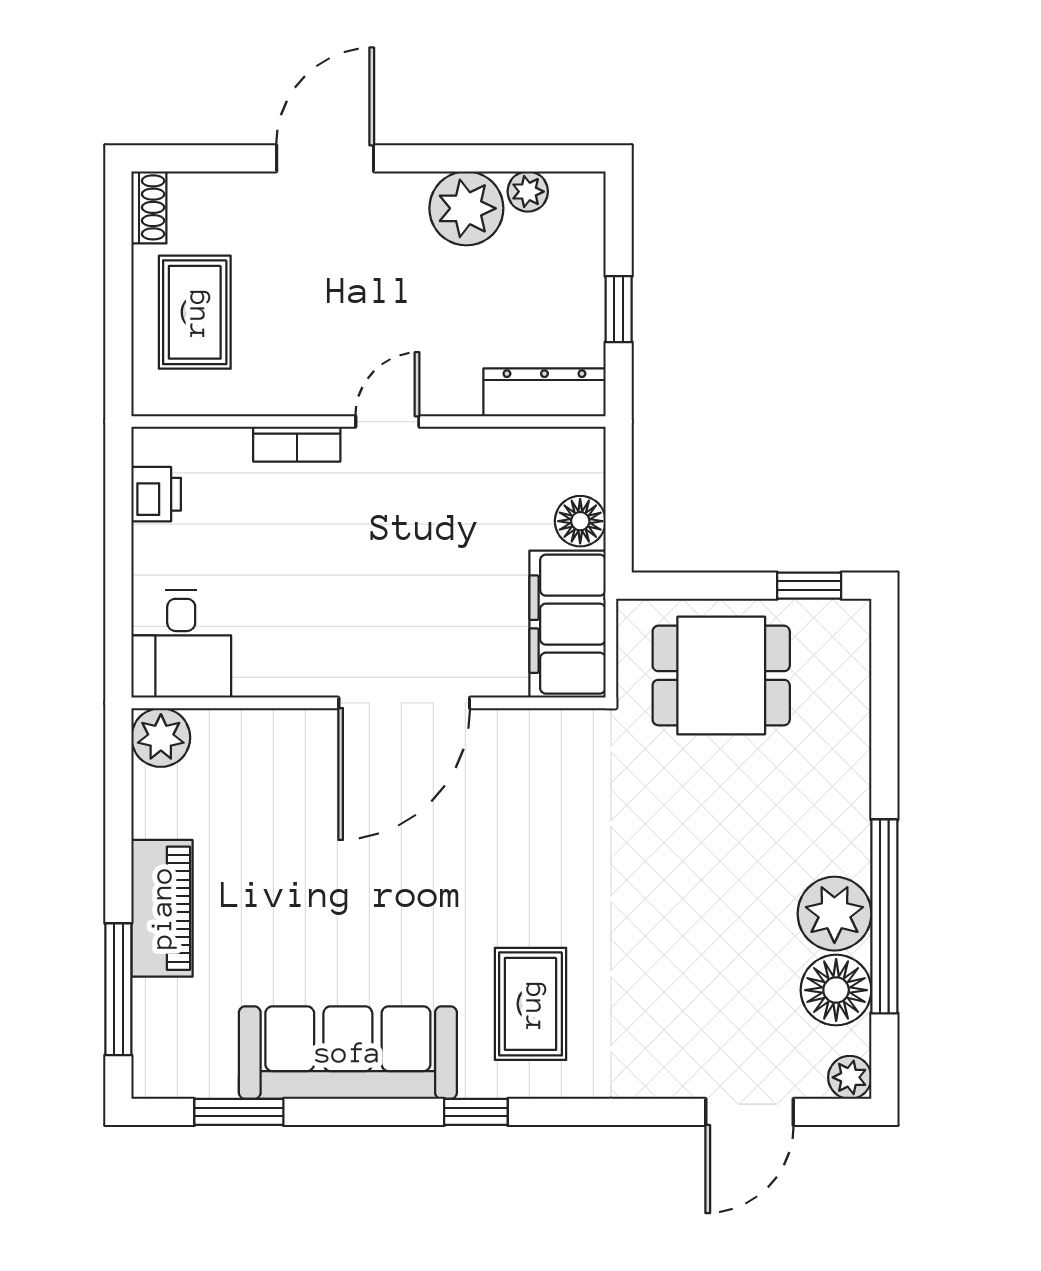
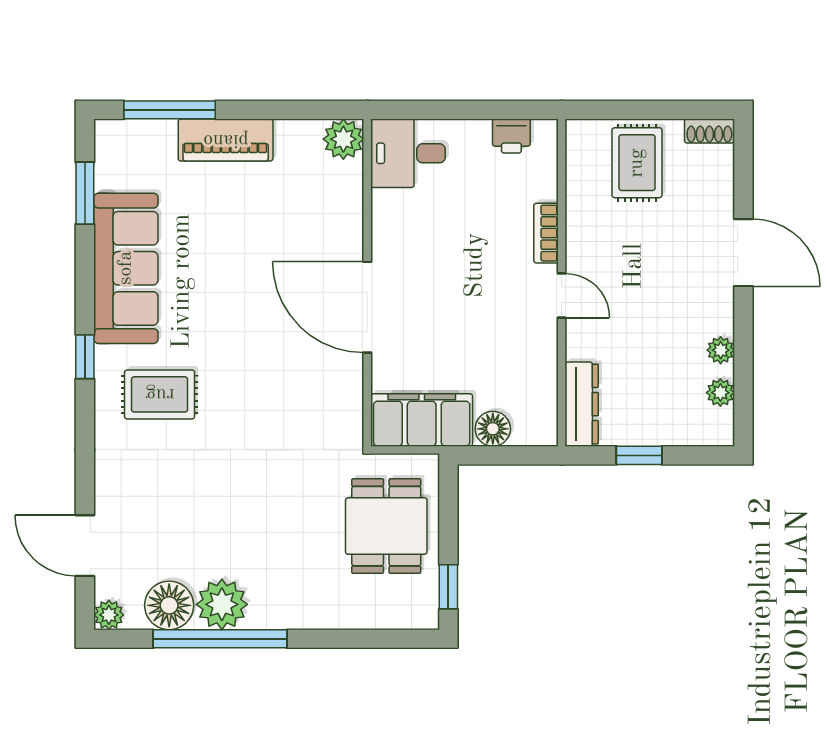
plant: (466, 208) -> (721, 350), width x0.53, depth x0.53
rug: (195, 312) -> (637, 163), turned 90

